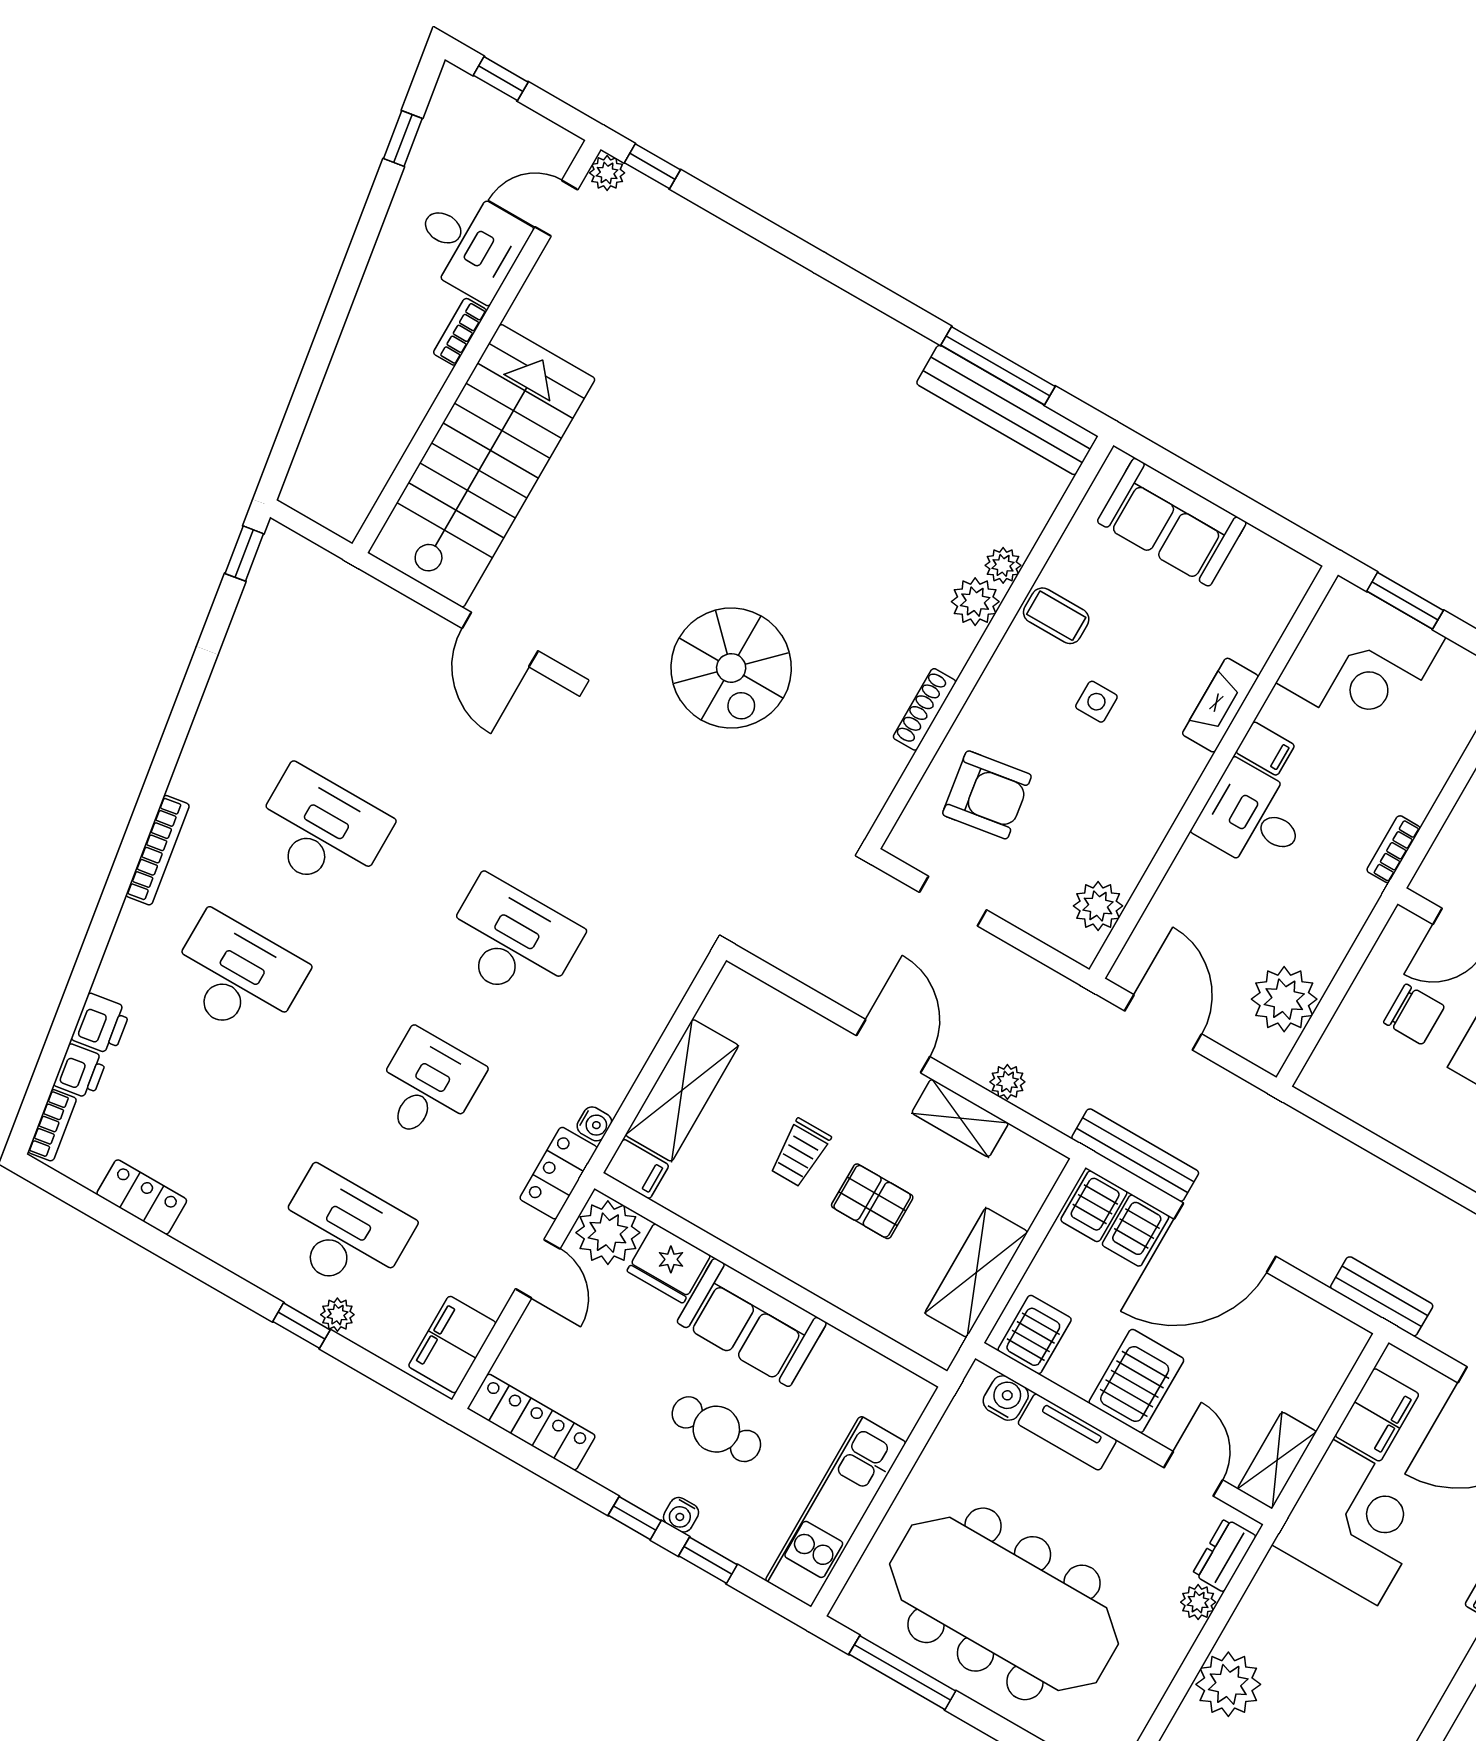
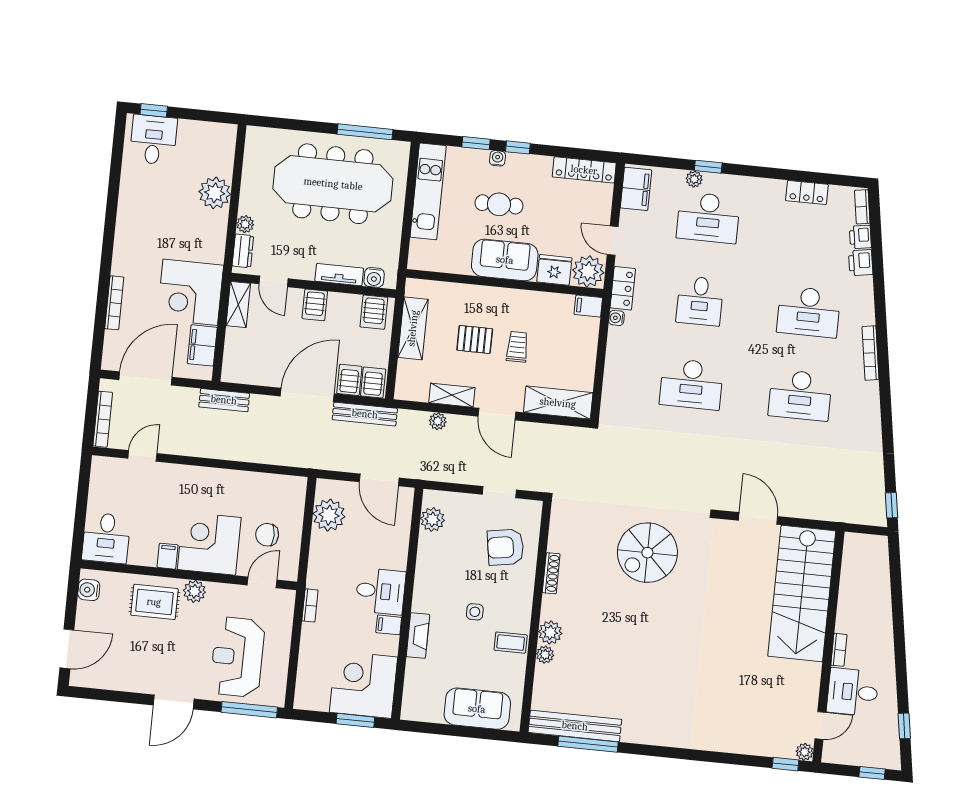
spiral stairs: (731, 668) -> (647, 553), turned -90
shelving: (682, 1090) -> (558, 403), moved, turned 90
server rack: (1136, 1381) -> (315, 305), width x0.73, depth x0.70

